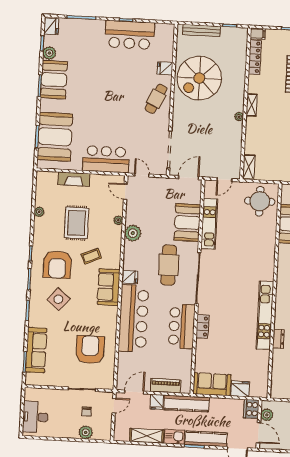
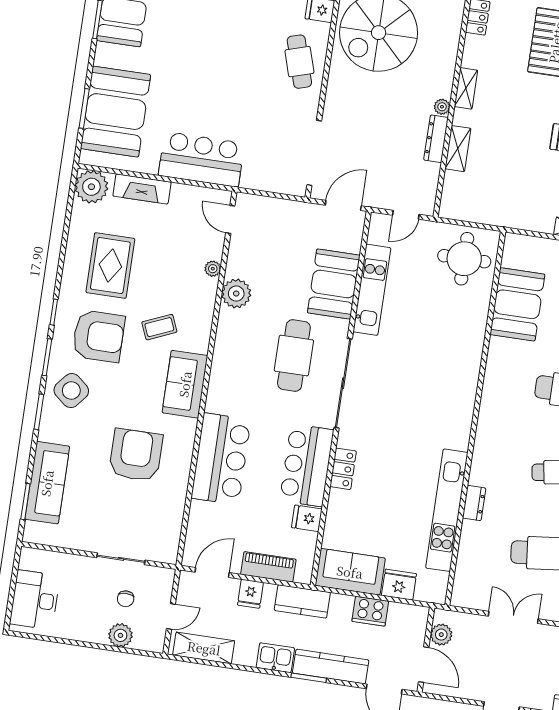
cafe table: (156, 99) -> (299, 62), turned -43
dresser: (237, 135) -> (436, 139), added
shelving: (249, 167) -> (458, 149), moved
door: (142, 175) -> (262, 193), removed
plant: (39, 212) -> (91, 187), moved, width x1.87, depth x1.87
rug: (77, 223) -> (110, 266), moved
armchair: (57, 265) -> (99, 336), turned -90
fridge: (130, 277) -> (307, 518), moved, turned 180
side table: (58, 299) -> (71, 391), moved
kitchen unit: (265, 315) -> (447, 510), moved
bar counter: (133, 318) -> (221, 459), width x0.73
armchair: (90, 350) -> (136, 455), moved
kitchen counter: (187, 404) -> (302, 601), width x0.67
door: (114, 406) -> (171, 616), moved
cooker: (251, 409) -> (370, 611), moved, turned -90
shelving: (147, 436) -> (204, 648), moved

